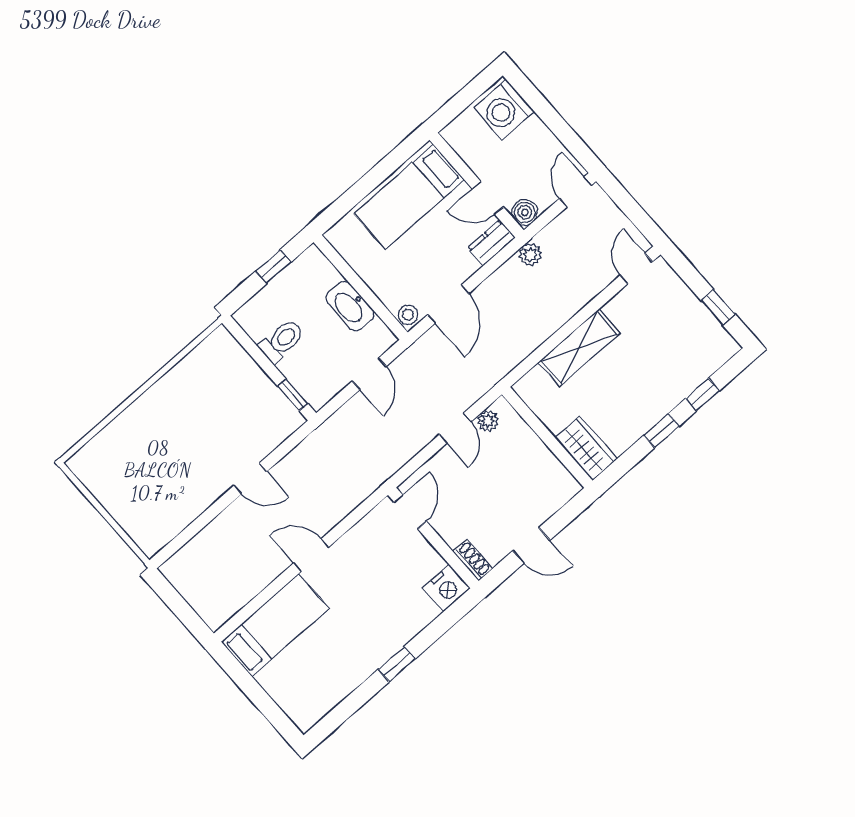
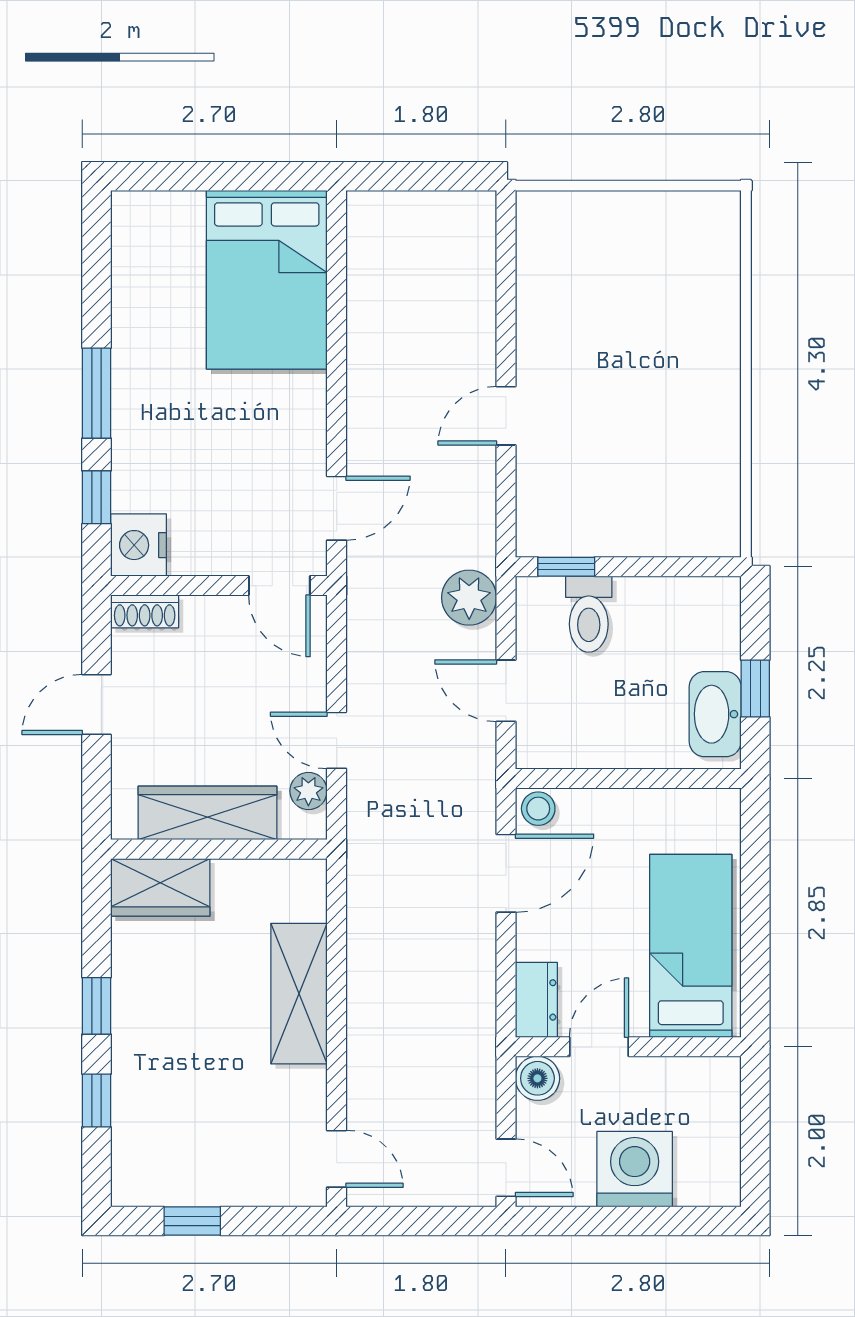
washing machine: (504, 110) -> (635, 1169), moved
plant: (530, 255) -> (469, 598), moved, width x1.38, depth x1.38
door: (448, 304) -> (506, 873), swing flipped
washbasin: (350, 306) -> (715, 714), moved, turned -90
toilet: (282, 341) -> (589, 614), moved
wardrobe: (536, 456) -> (208, 813), added
door: (311, 555) -> (337, 508), moved
window: (442, 624) -> (97, 497), added
bed: (275, 625) -> (267, 280), width x1.50
window: (397, 664) -> (97, 393), width x1.50

